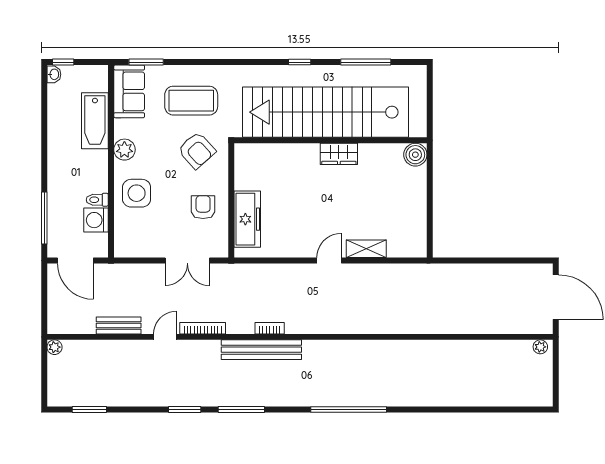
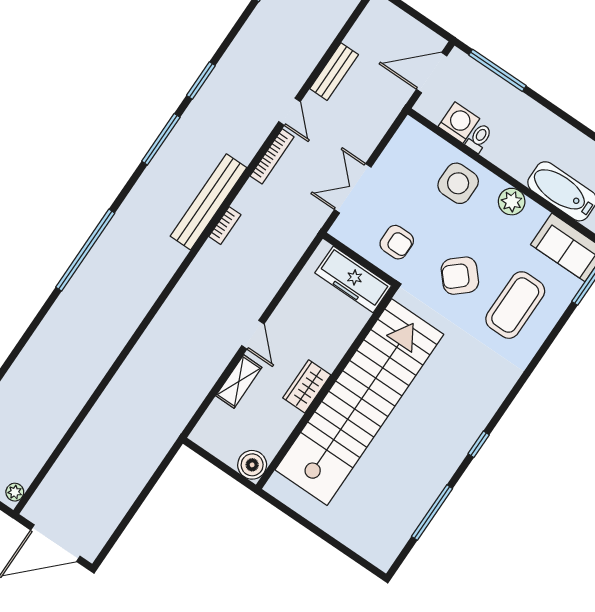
stairs: (326, 112) -> (359, 402), moved
wall: (330, 140) -> (327, 387), moved
wardrobe: (339, 154) -> (307, 386), moved
boiler: (415, 155) -> (252, 465), moved

